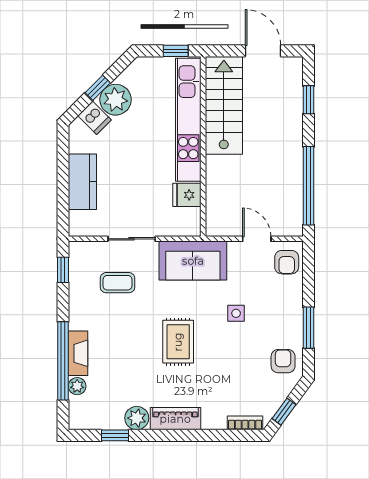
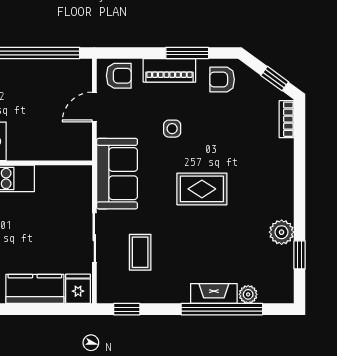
fridge: (187, 195) -> (78, 289), moved, turned 180
piano: (175, 419) -> (169, 70), moved, turned -90

